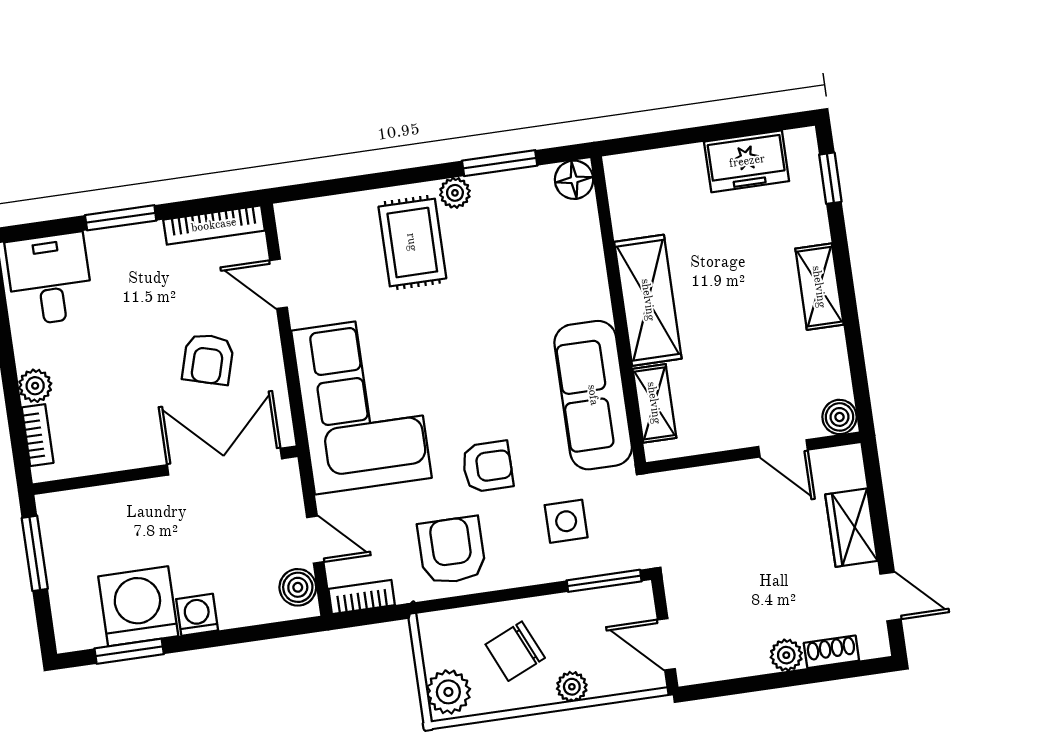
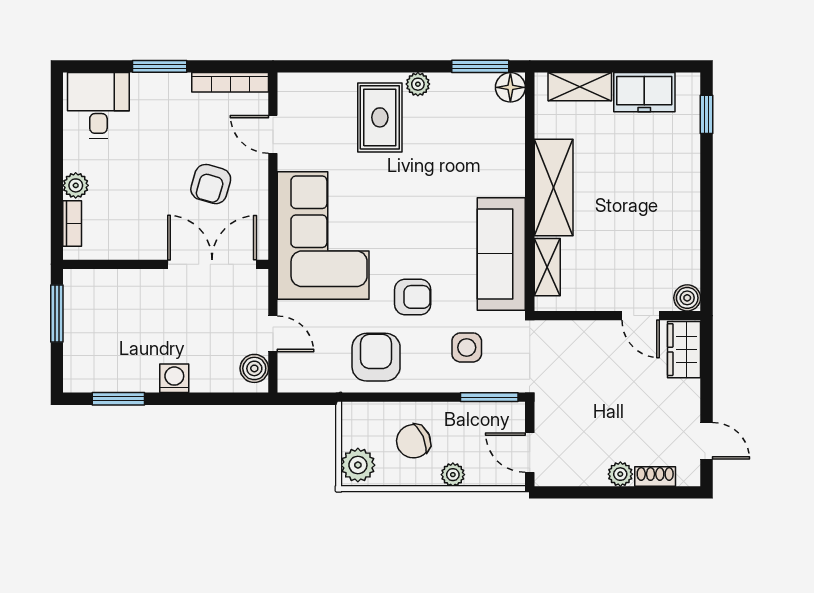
window: (500, 163) -> (480, 66), moved
shelving: (819, 287) -> (580, 87), moved, turned 90
wardrobe: (851, 528) -> (684, 350), moved
bookcase: (362, 597) -> (302, 383), removed
washing machine: (138, 606) -> (130, 365), removed

